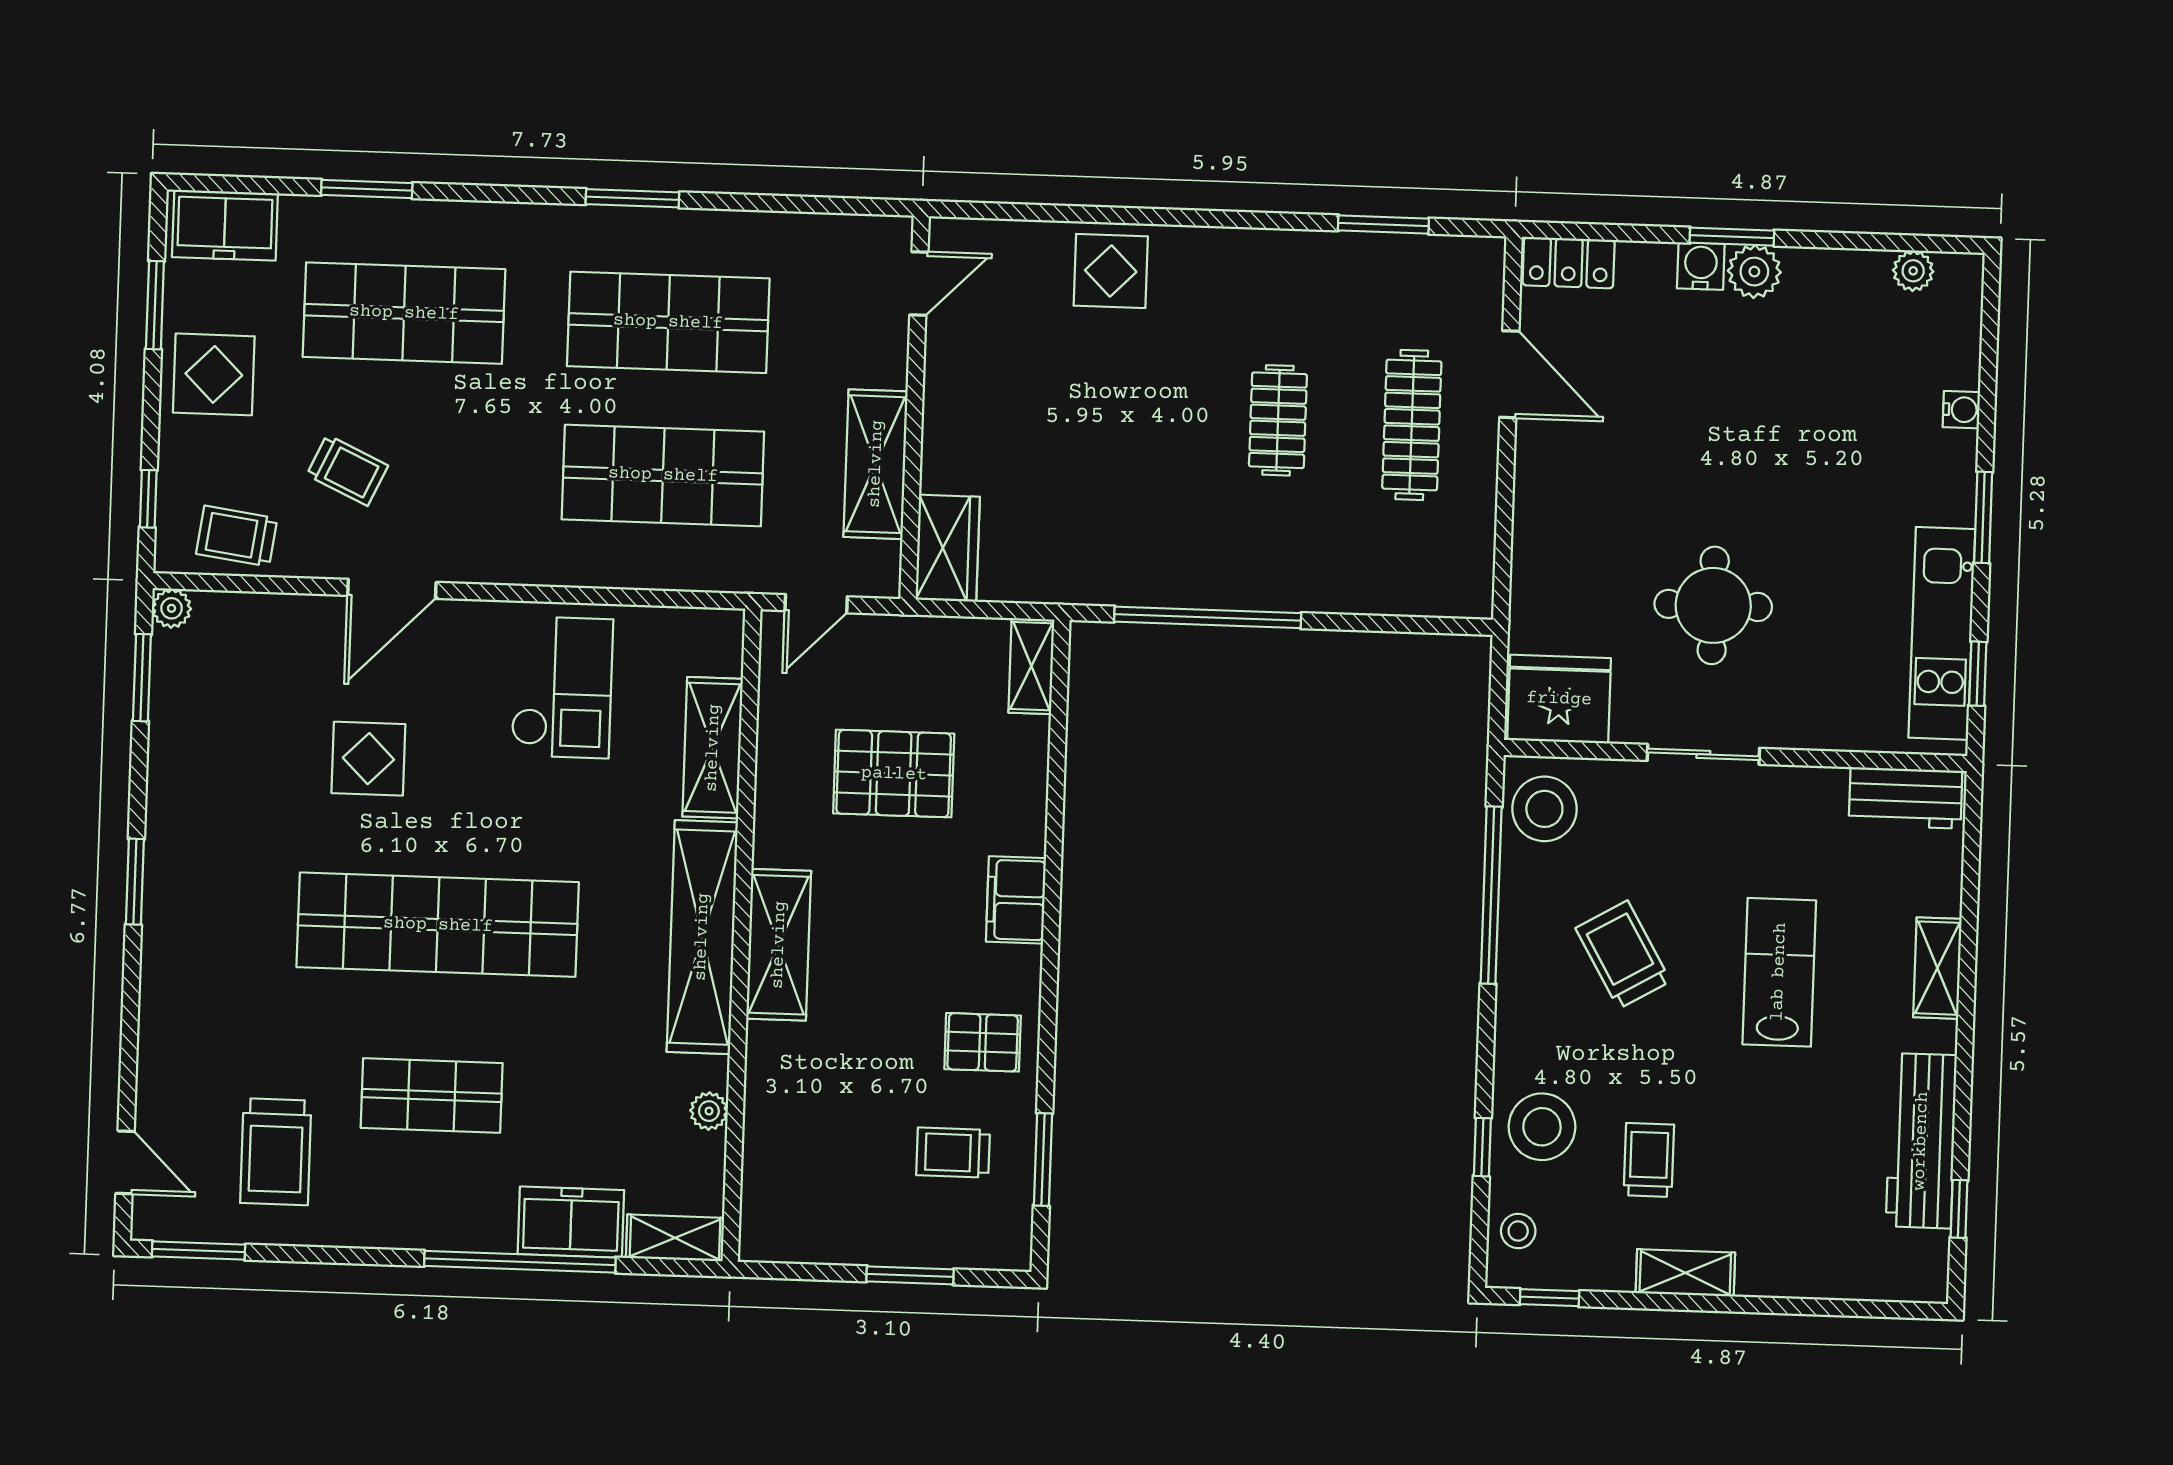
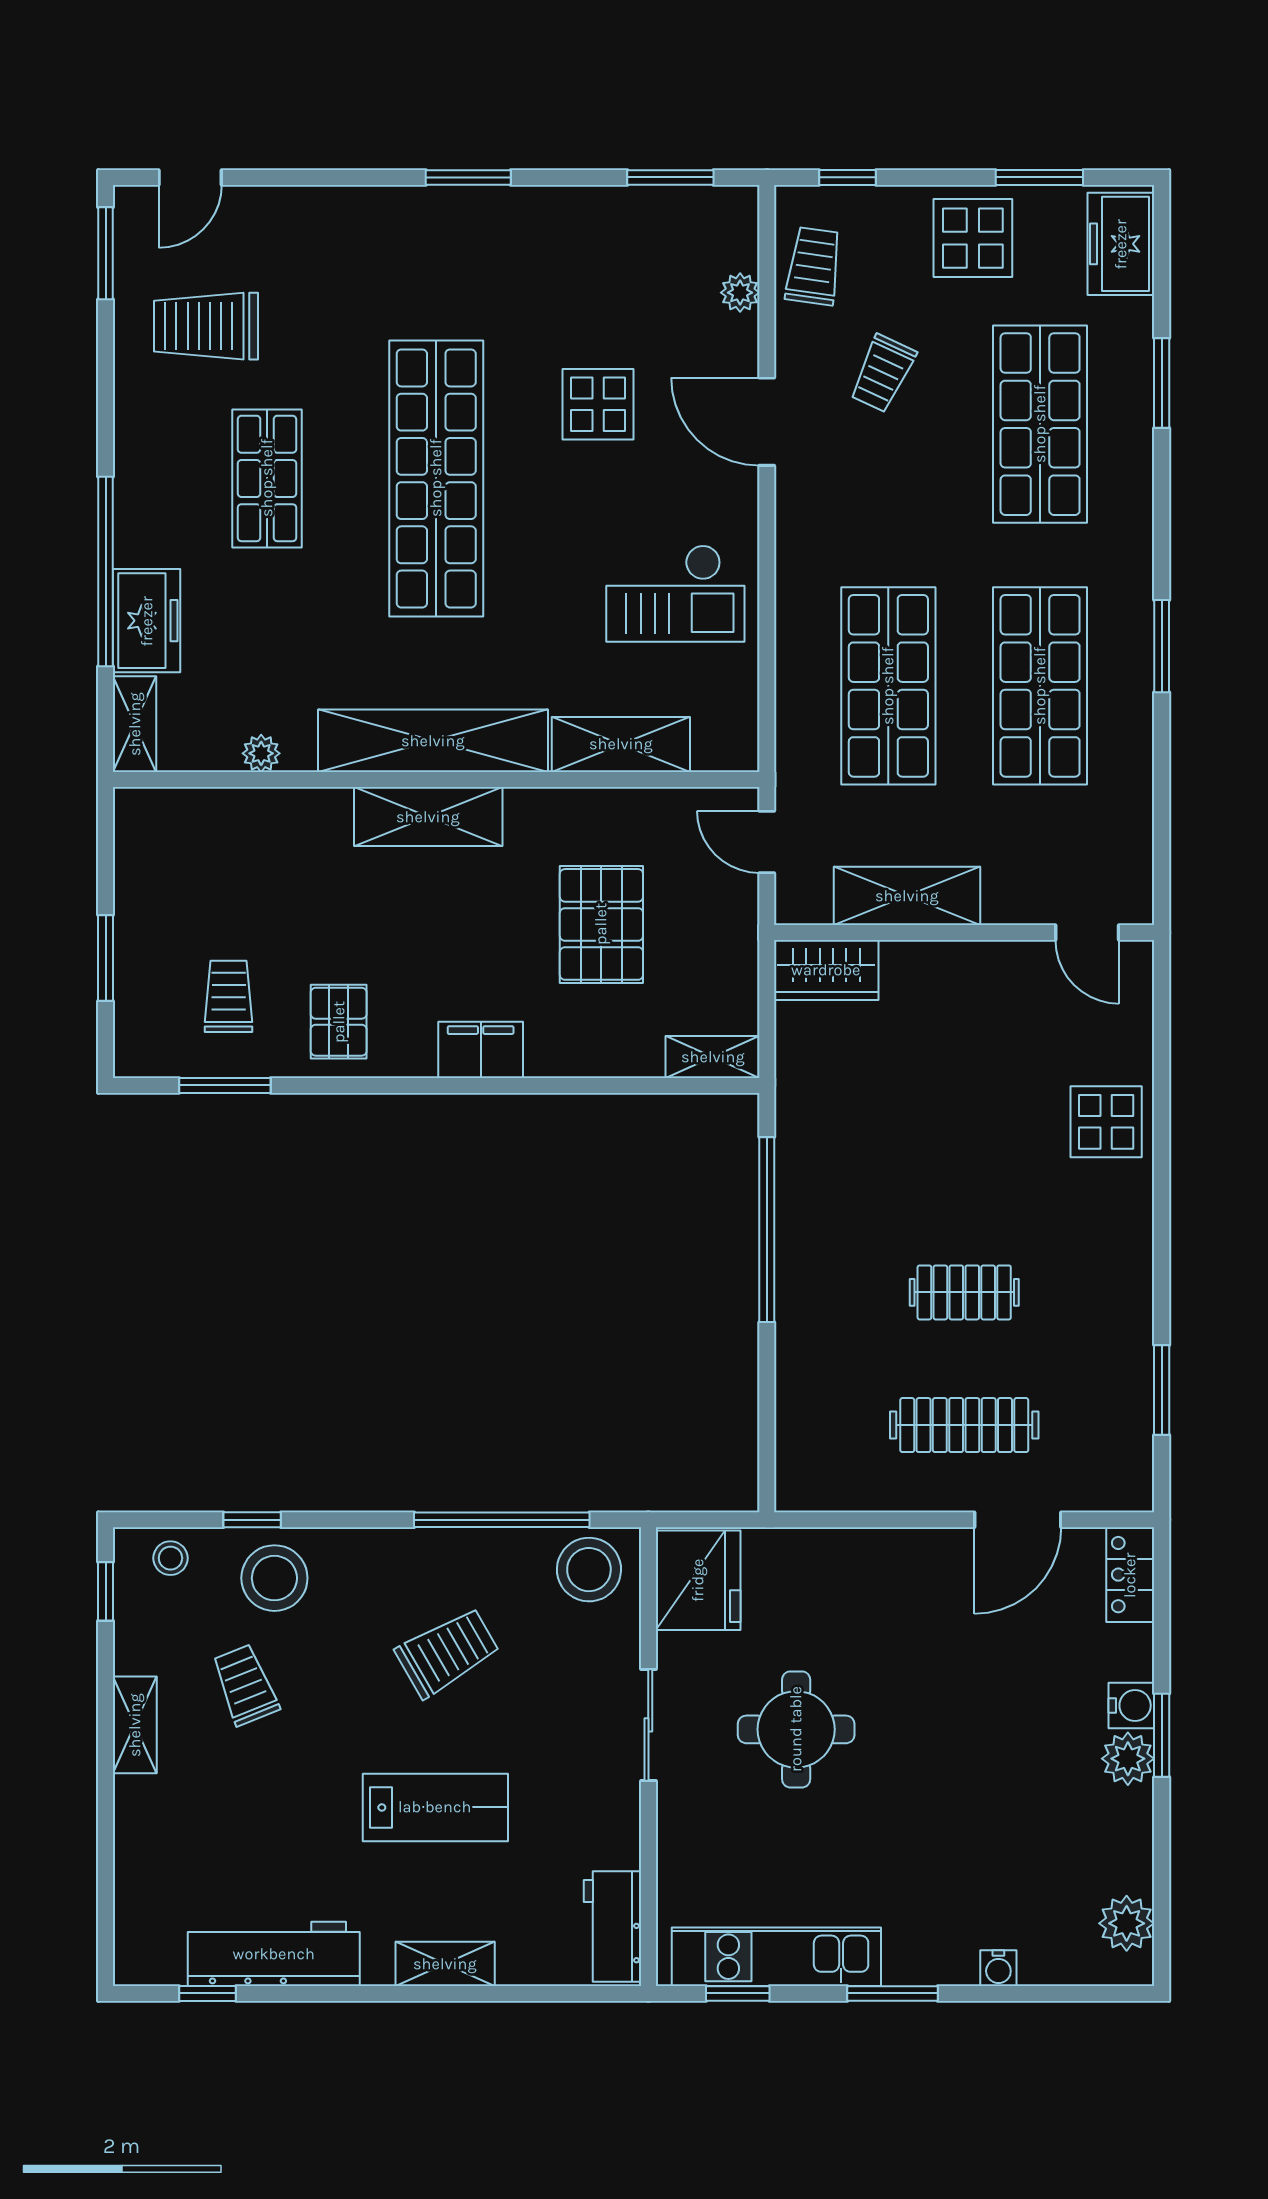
plant: (1913, 271) -> (1127, 1923), width x1.38, depth x1.38
plant: (172, 608) -> (740, 293), moved
trolley: (1649, 1160) -> (245, 1685), turned -112

